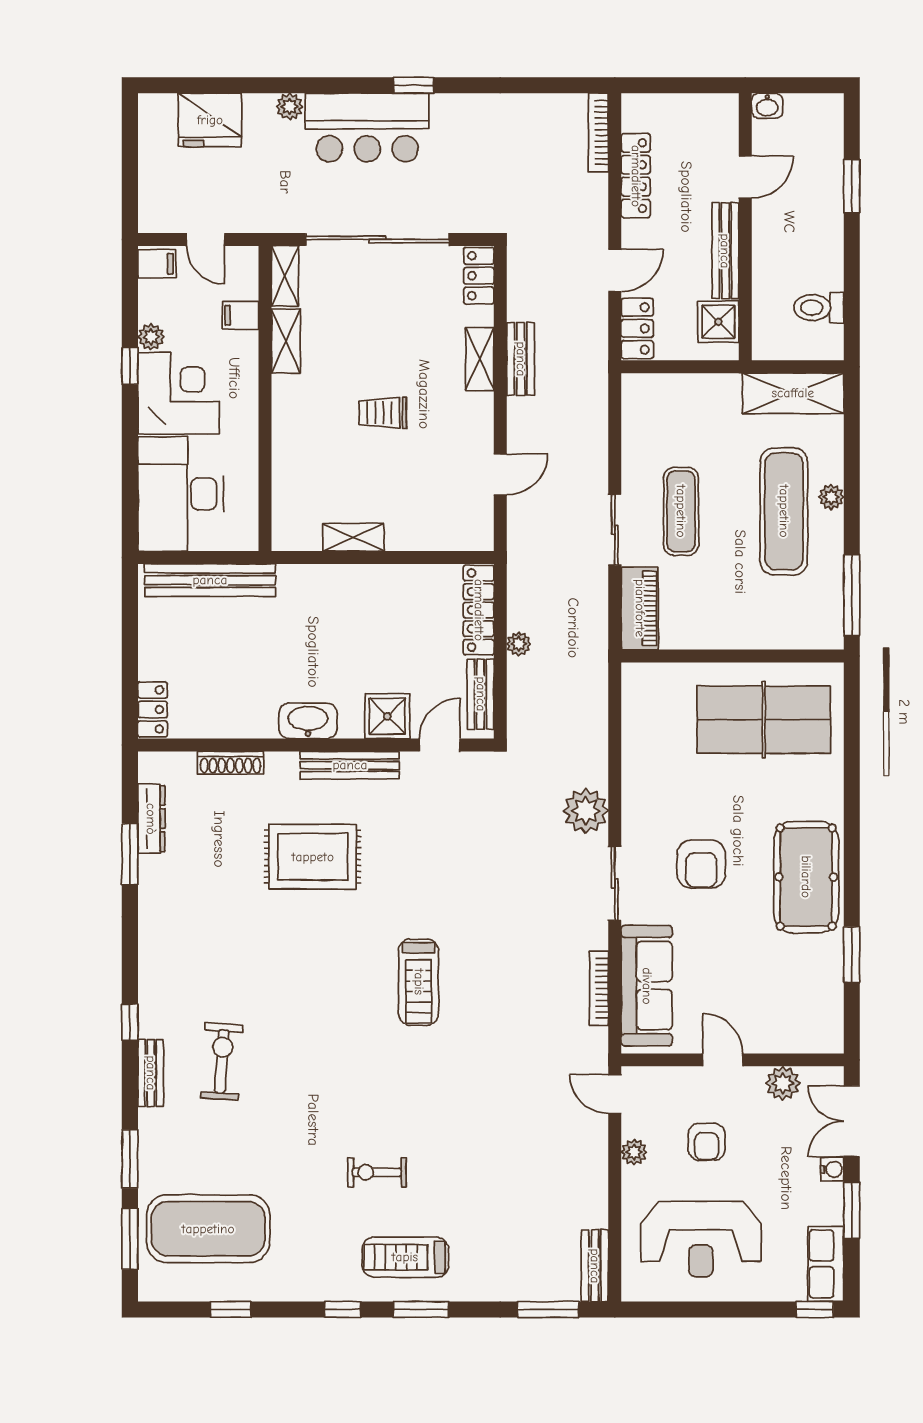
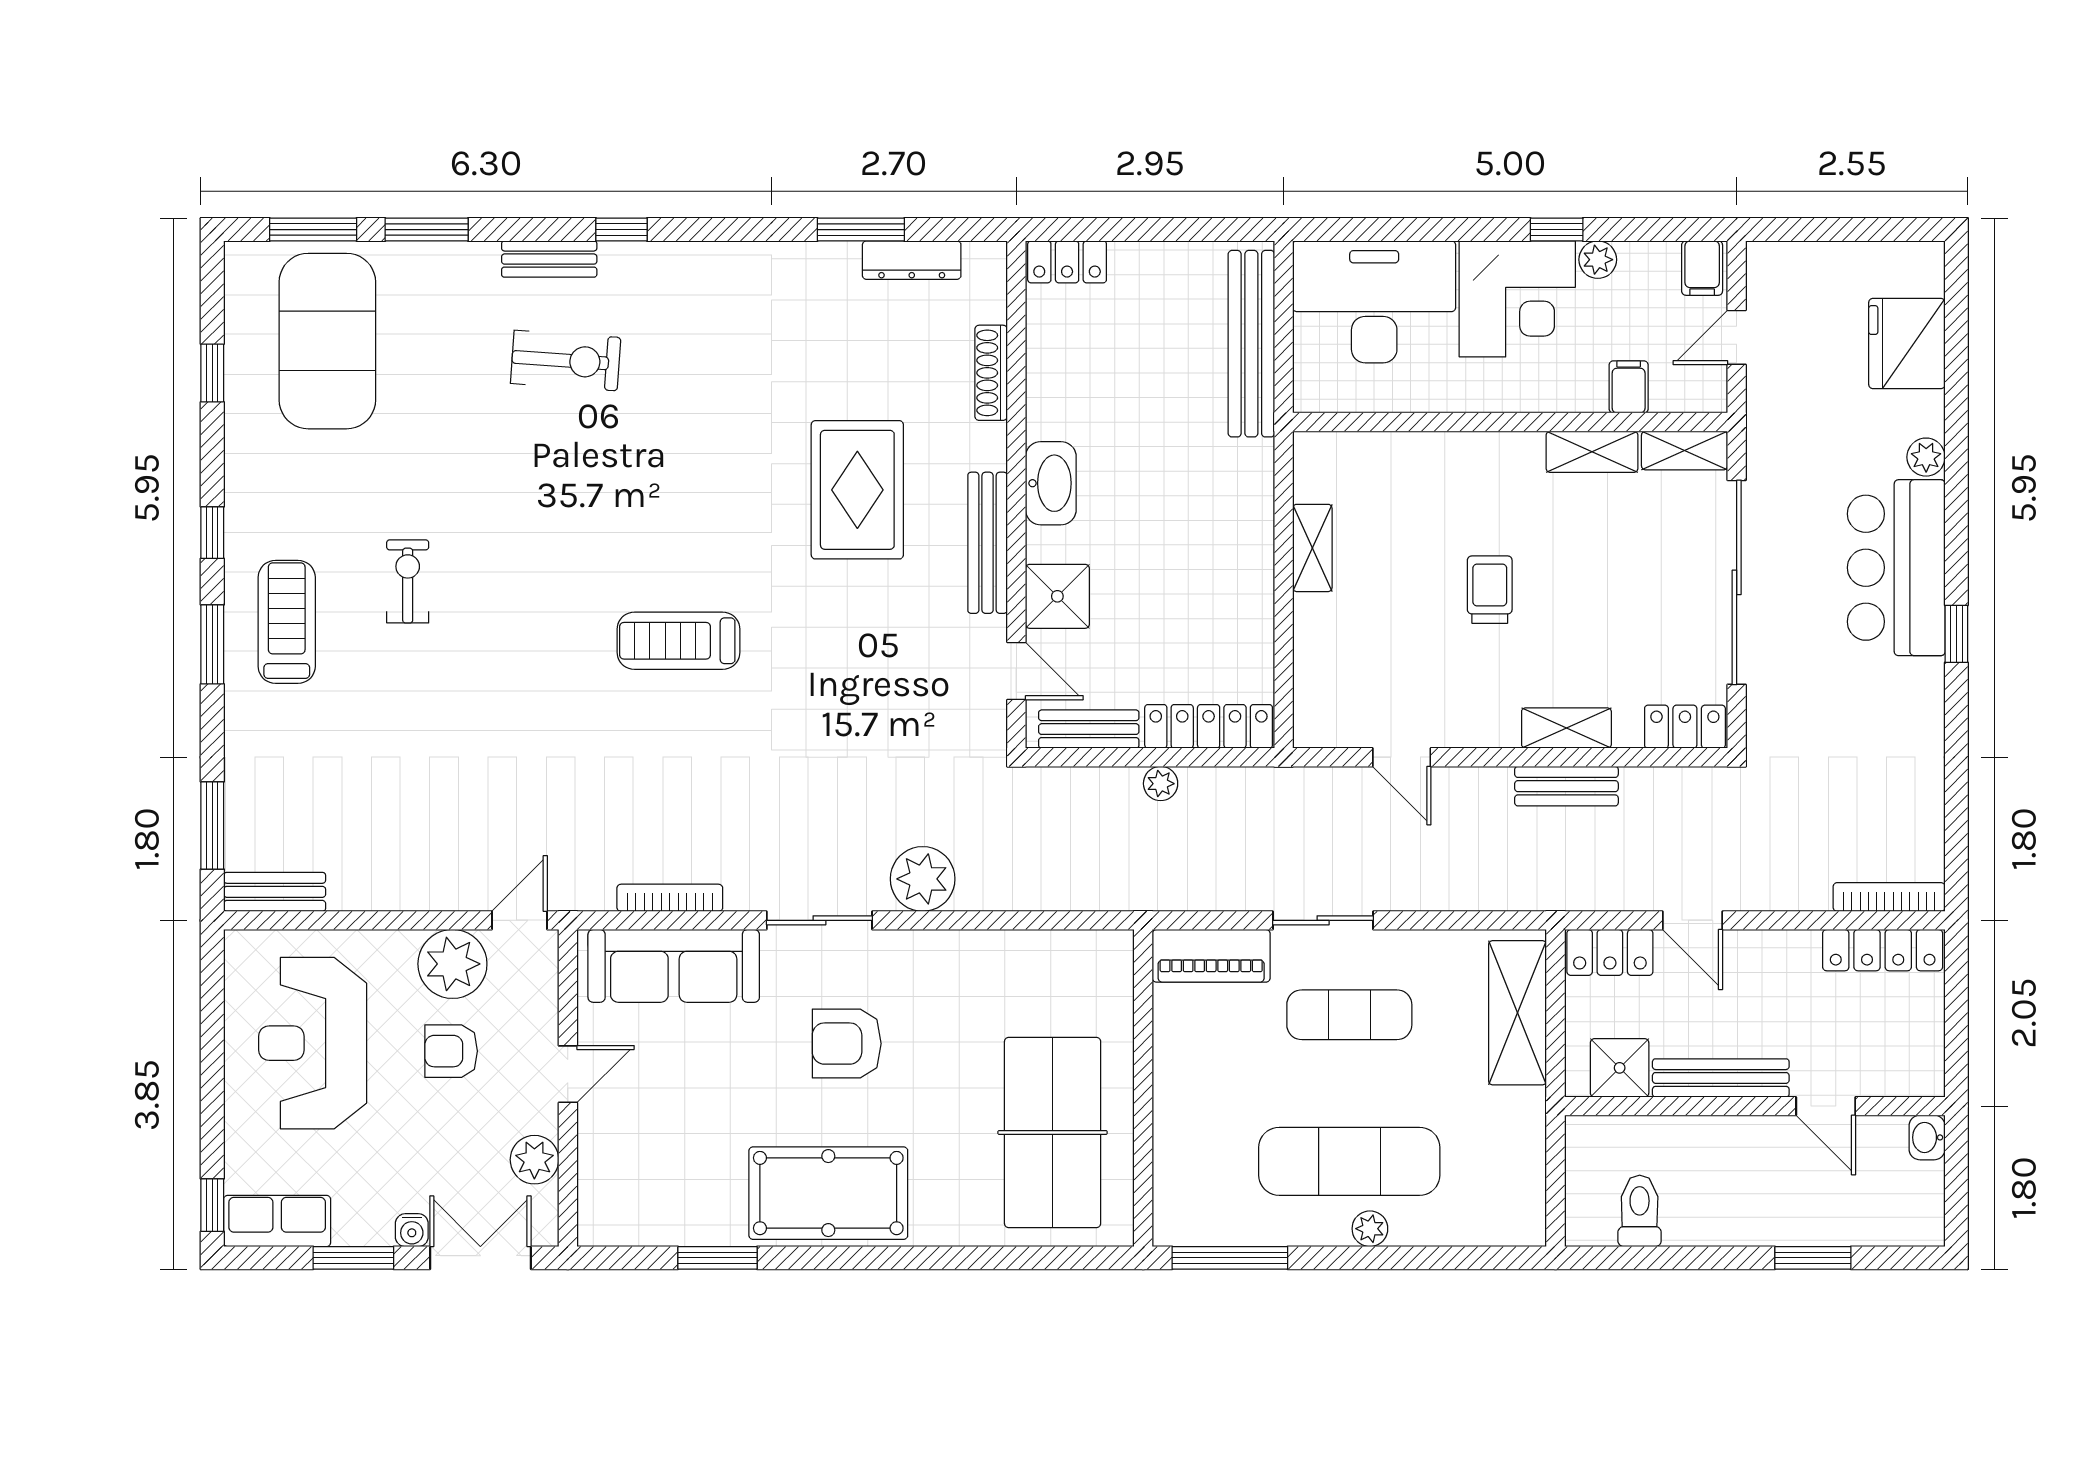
locker: (636, 176) -> (1883, 950), moved
shelving: (793, 393) -> (1518, 1013), moved
plant: (634, 1152) -> (452, 964), width x1.87, depth x1.87

